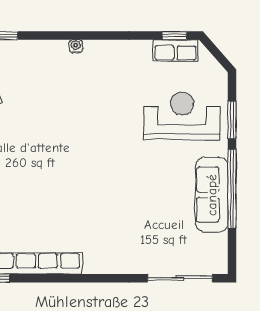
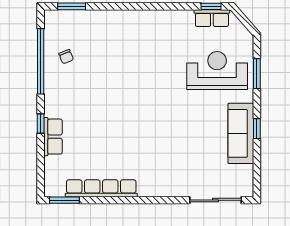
water cooler: (76, 46) -> (132, 15), removed
window: (232, 189) -> (257, 129), width x0.32

